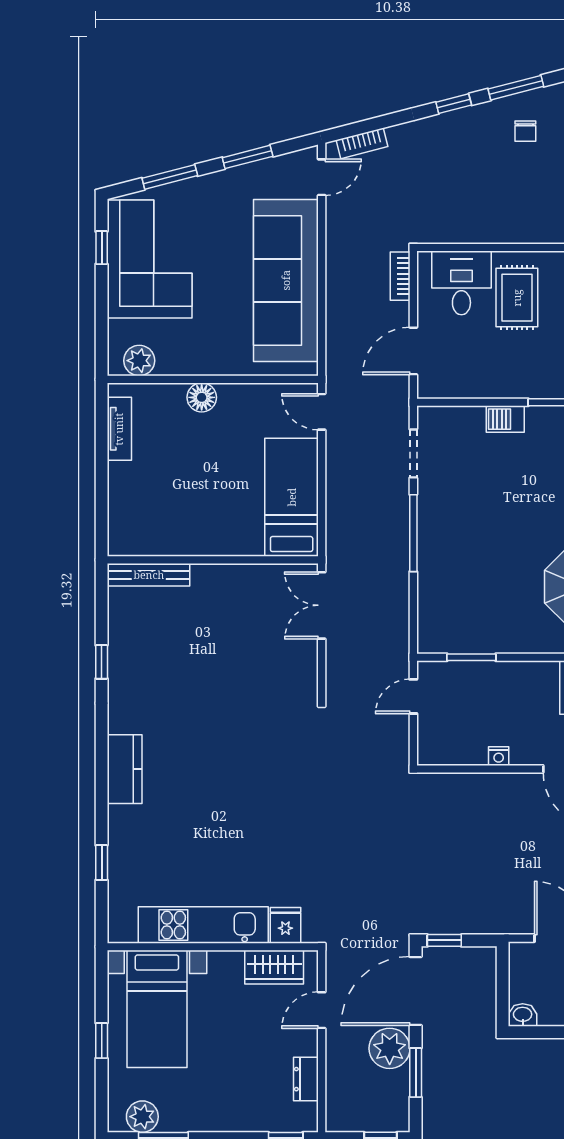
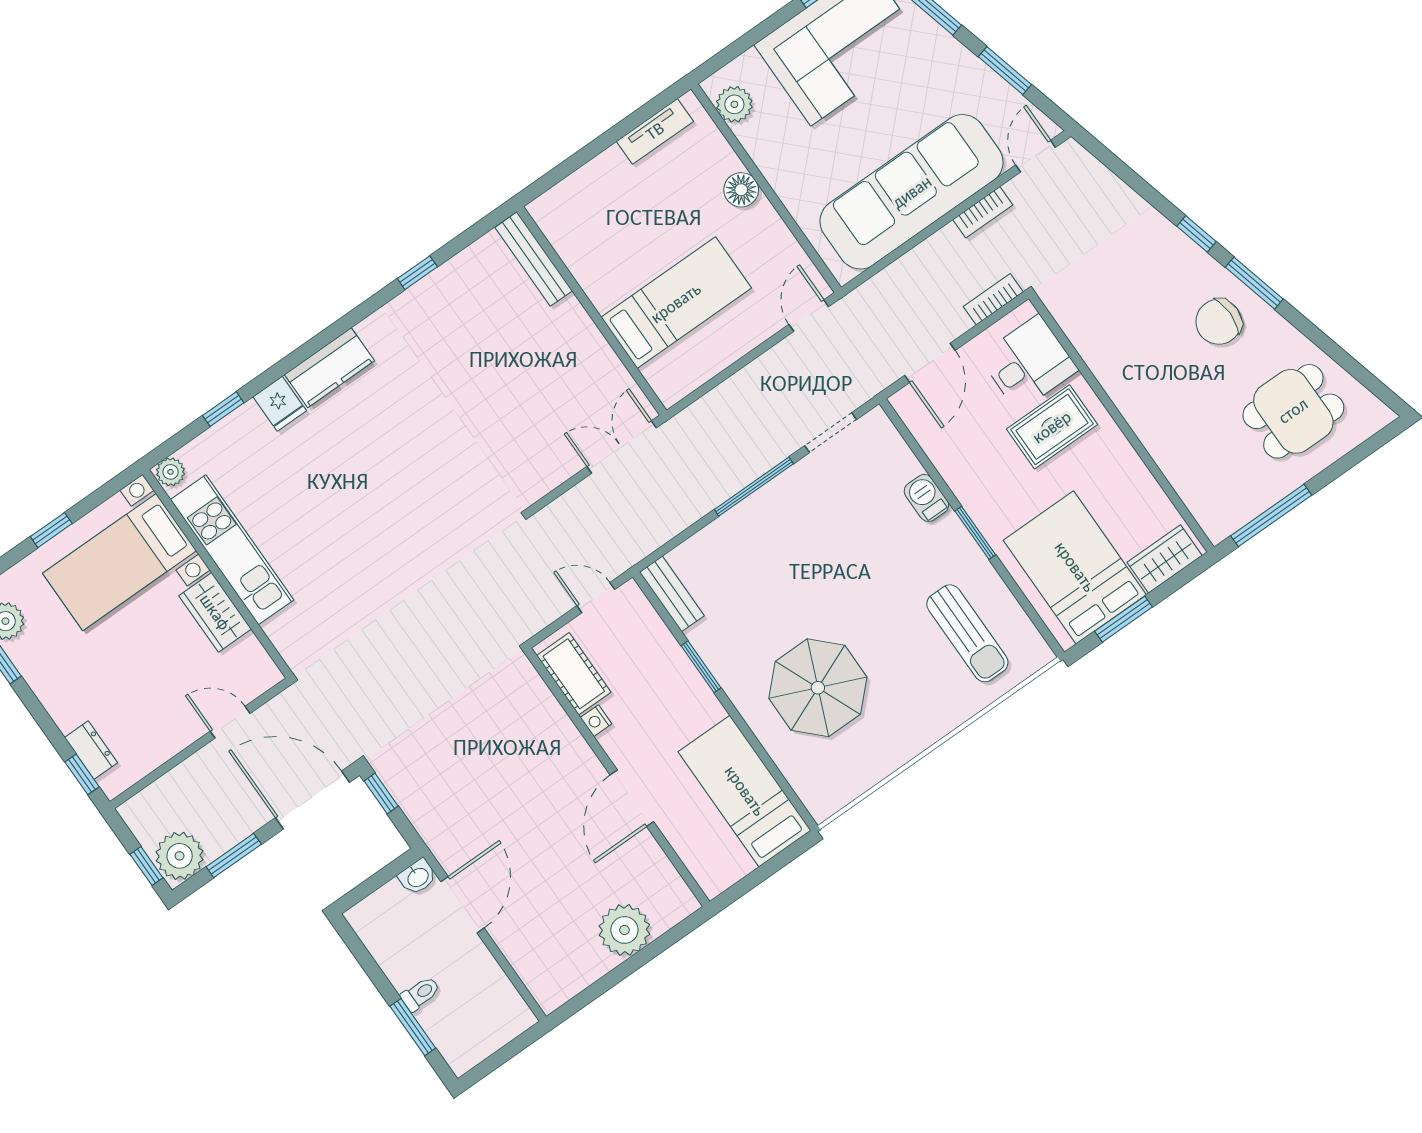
chair: (525, 131) -> (1219, 322), width x1.87, depth x1.87
bookcase: (362, 143) -> (983, 212), moved, turned -76
door: (322, 177) -> (1036, 156), swing flipped
door: (413, 351) -> (930, 363), swing flipped
bed: (292, 497) -> (676, 303), moved
bench: (448, 642) -> (672, 594), added
window: (471, 657) -> (701, 667), moved
cot: (455, 749) -> (574, 674), added
fridge: (285, 925) -> (280, 404), moved, turned 90
plant: (119, 930) -> (170, 472), added
wardrobe: (274, 967) -> (215, 612), moved
washbasin: (523, 1015) -> (418, 877), moved, turned 90
plant: (390, 1048) -> (180, 856), moved
dresser: (306, 1079) -> (91, 750), moved, turned 90

